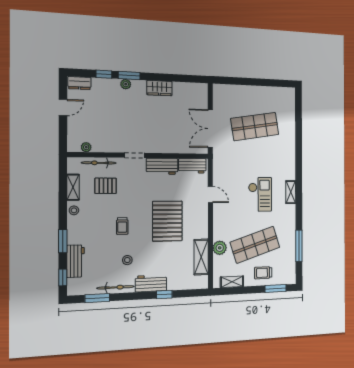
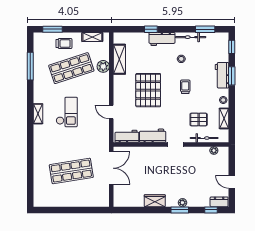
window: (104, 74) -> (211, 210), moved
door: (63, 107) -> (232, 182), hinge flipped
checkout: (260, 194) -> (67, 112), turned 180
workbench: (76, 261) -> (222, 75), moved

